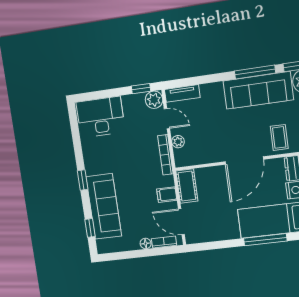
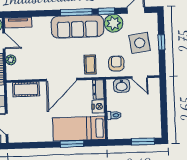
cot: (187, 186) -> (26, 89), moved, turned 90
window: (265, 240) -> (72, 144), width x0.69

